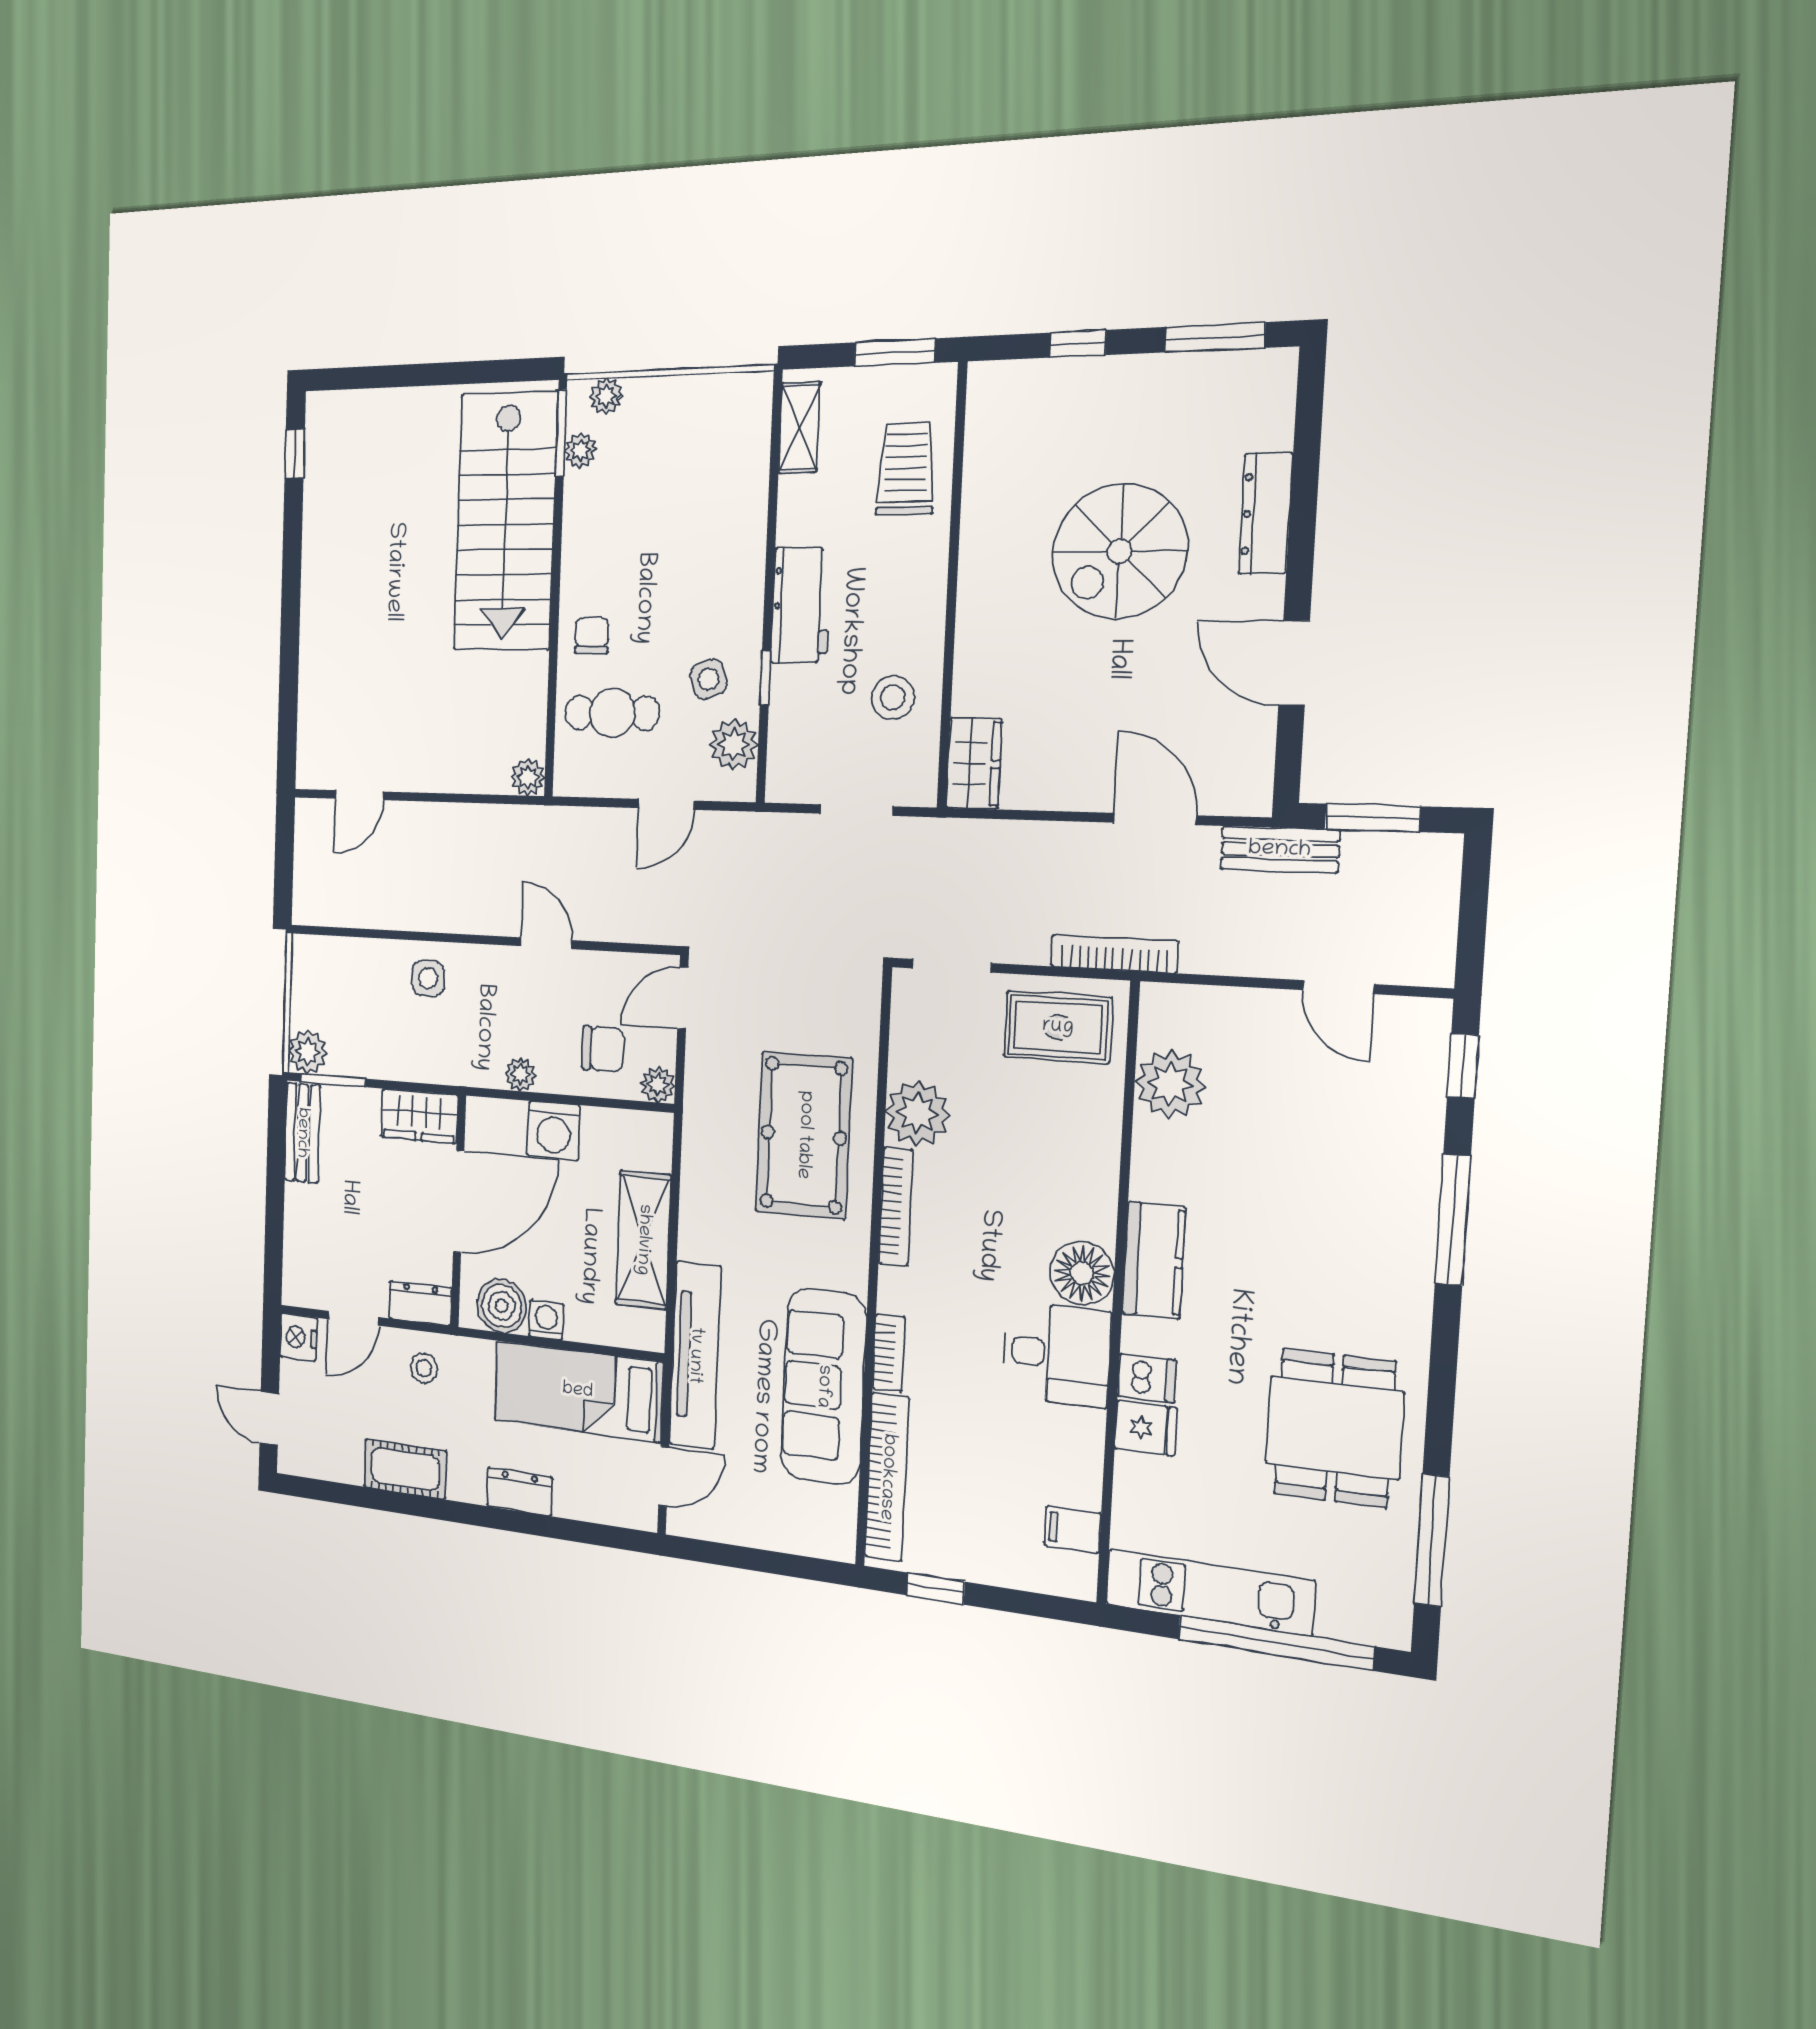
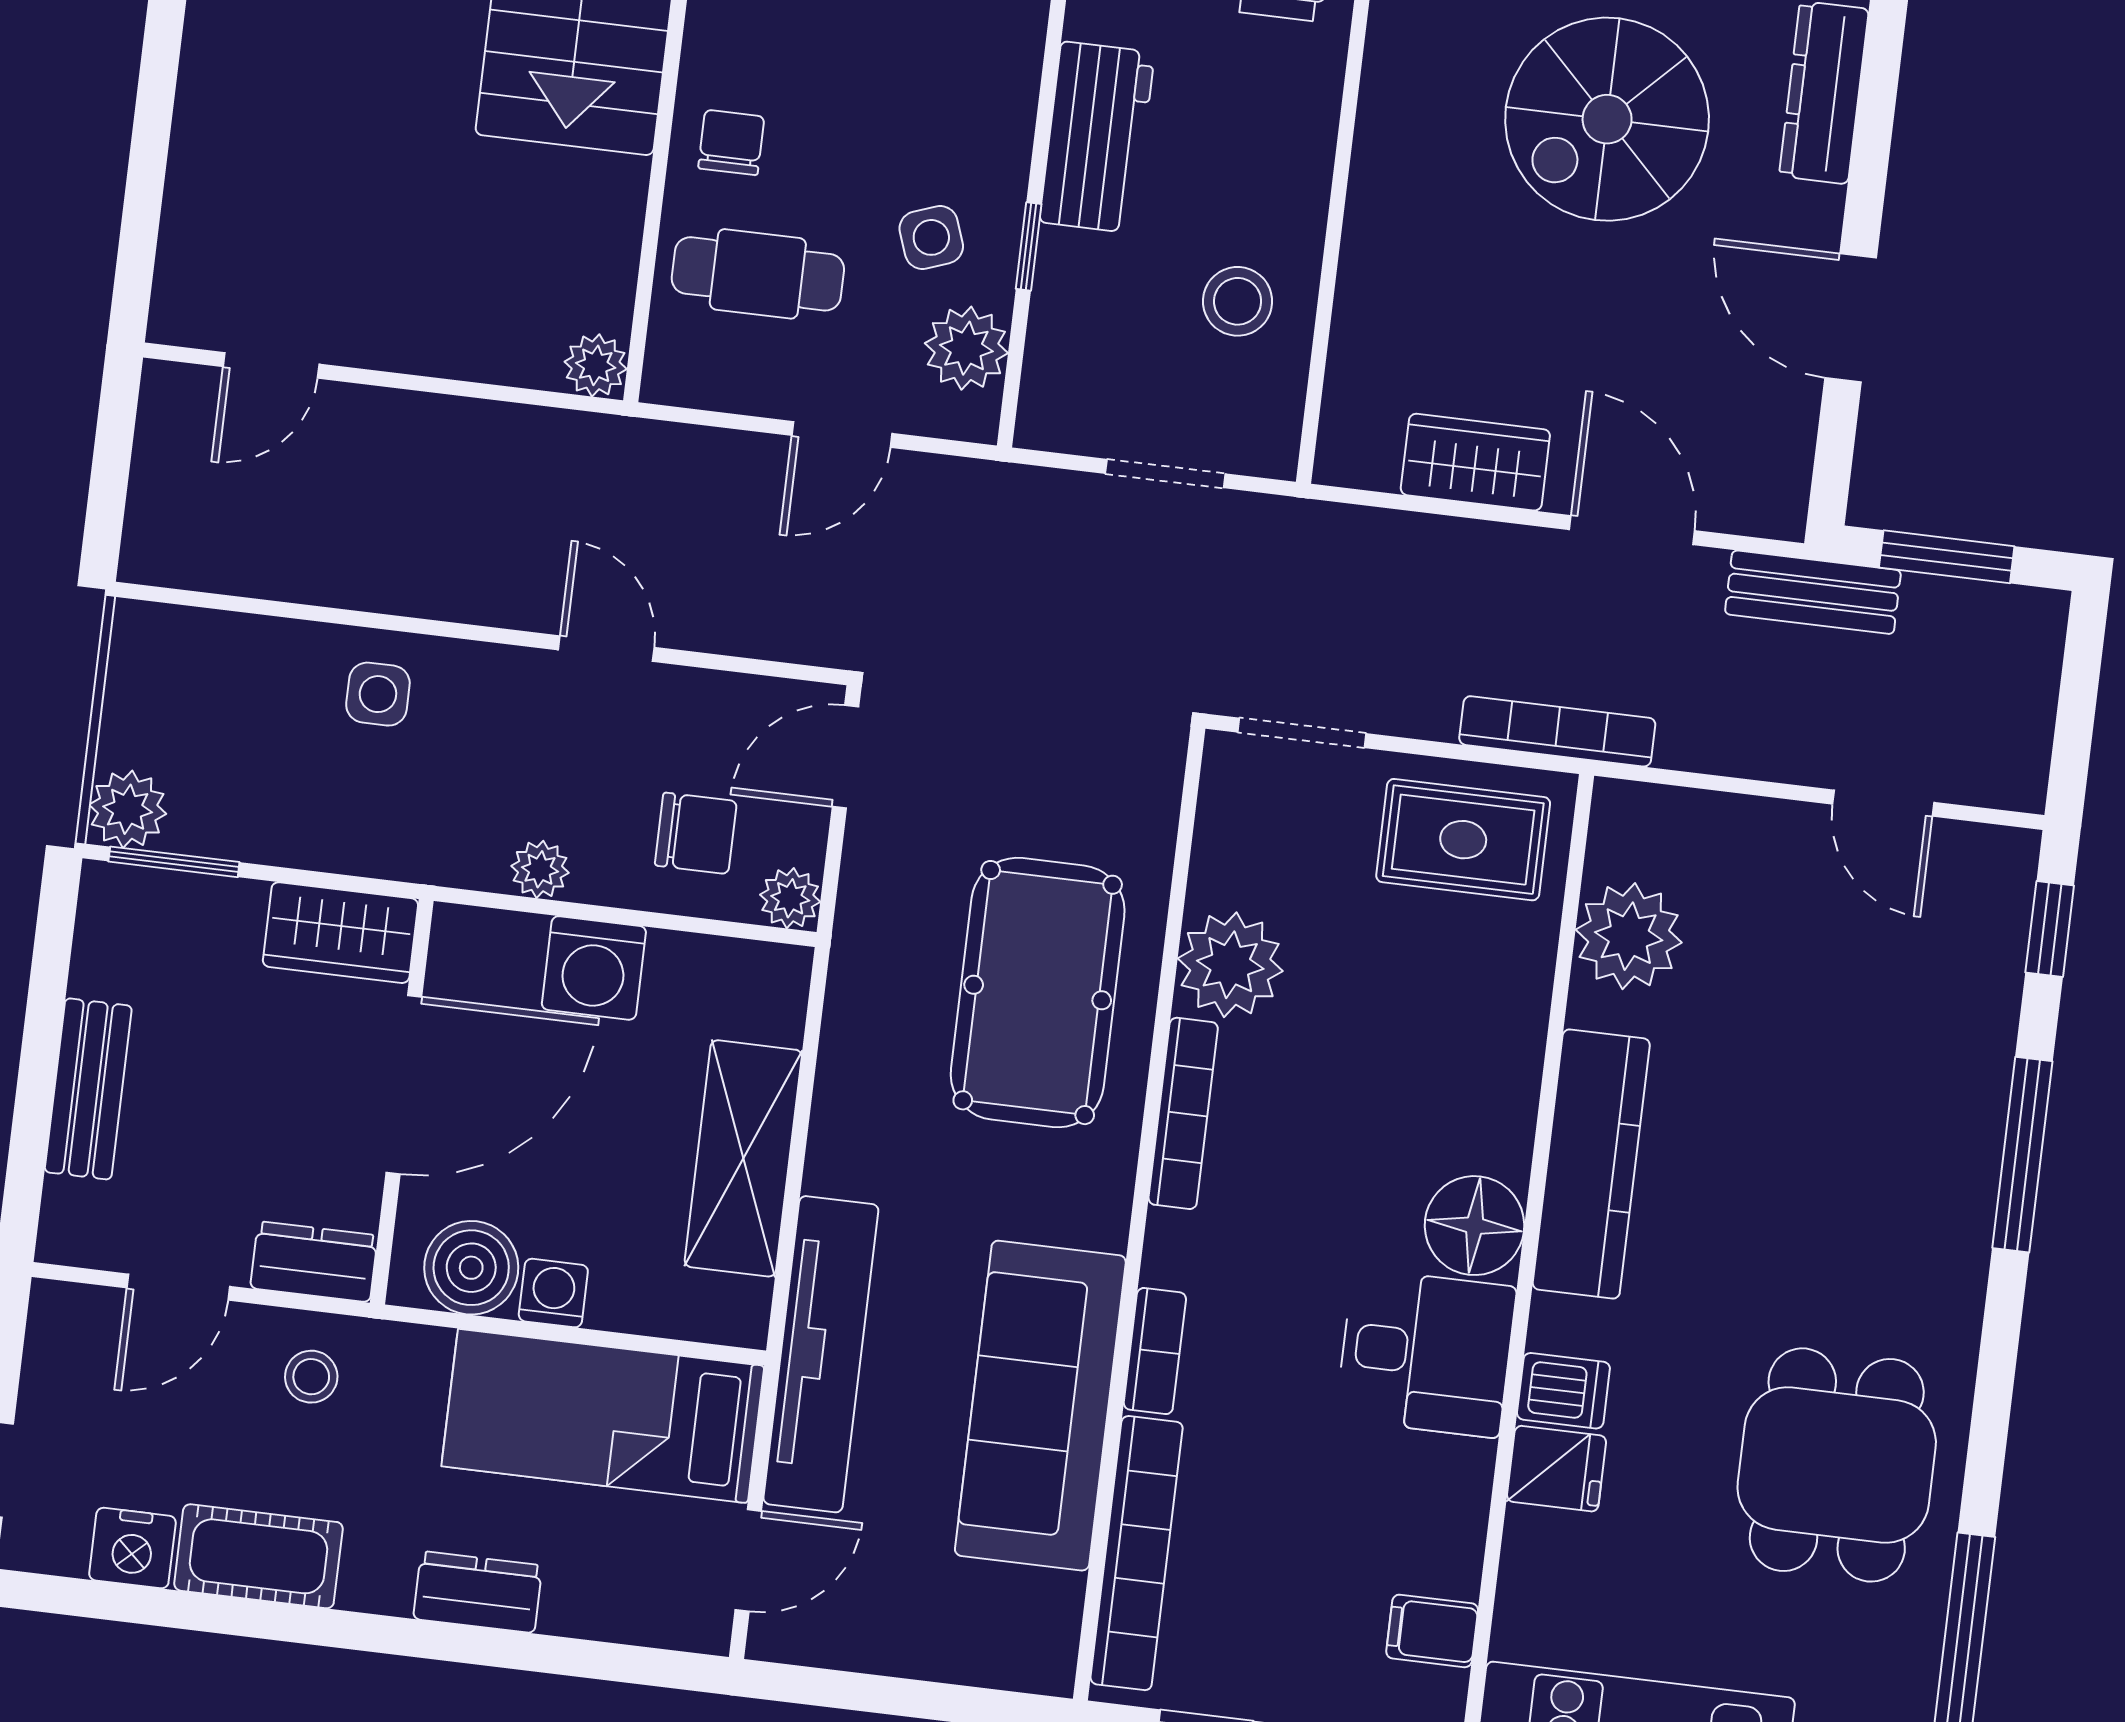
wardrobe: (974, 763) -> (1475, 462), moved, turned -90
bench: (302, 1133) -> (88, 1089), moved
kitchen counter: (1154, 1260) -> (1591, 1164), width x1.50
nightstand: (298, 1337) -> (132, 1548), moved, turned -90

